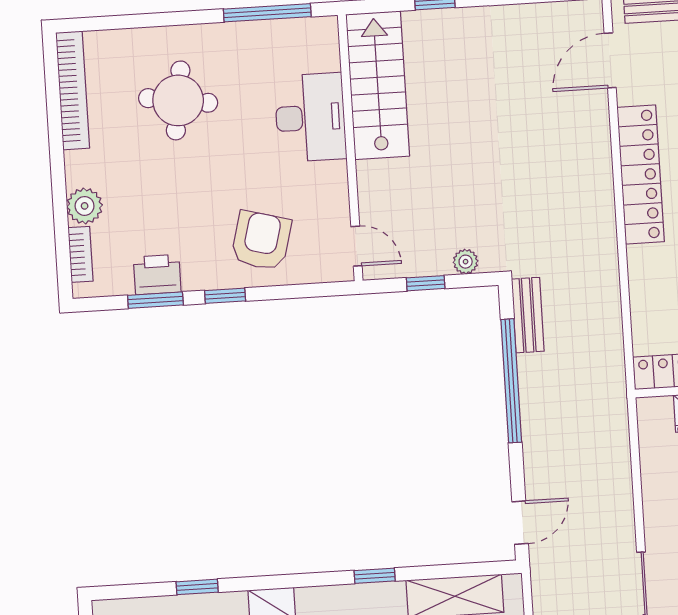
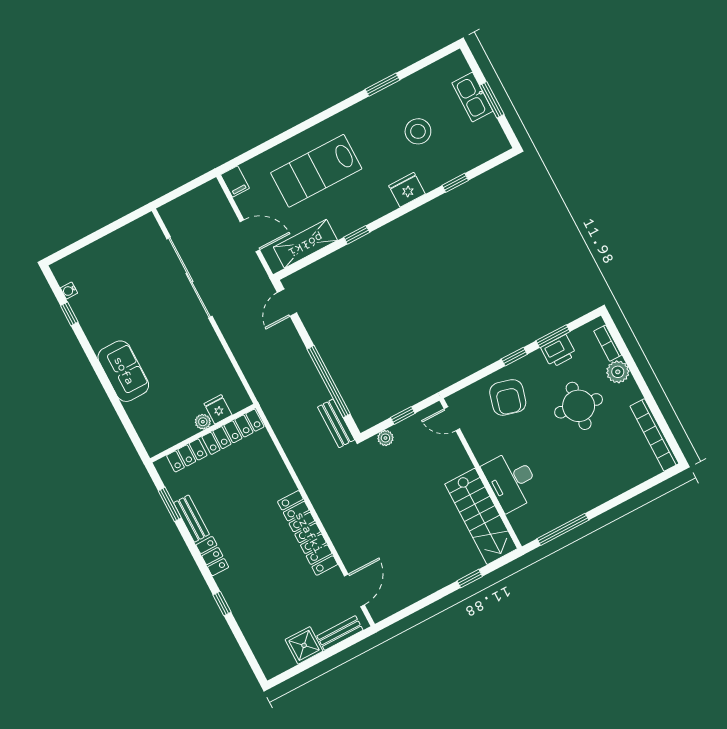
round table: (178, 100) -> (579, 406), moved

